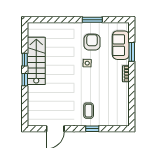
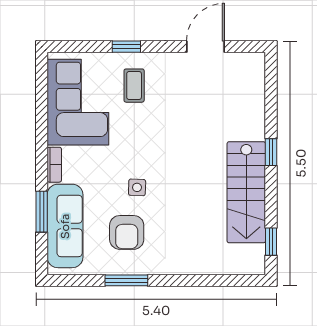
sofa: (121, 45) -> (65, 226), width x1.36
window: (25, 60) -> (271, 242), moved
corner sofa: (115, 103) -> (78, 102), added

